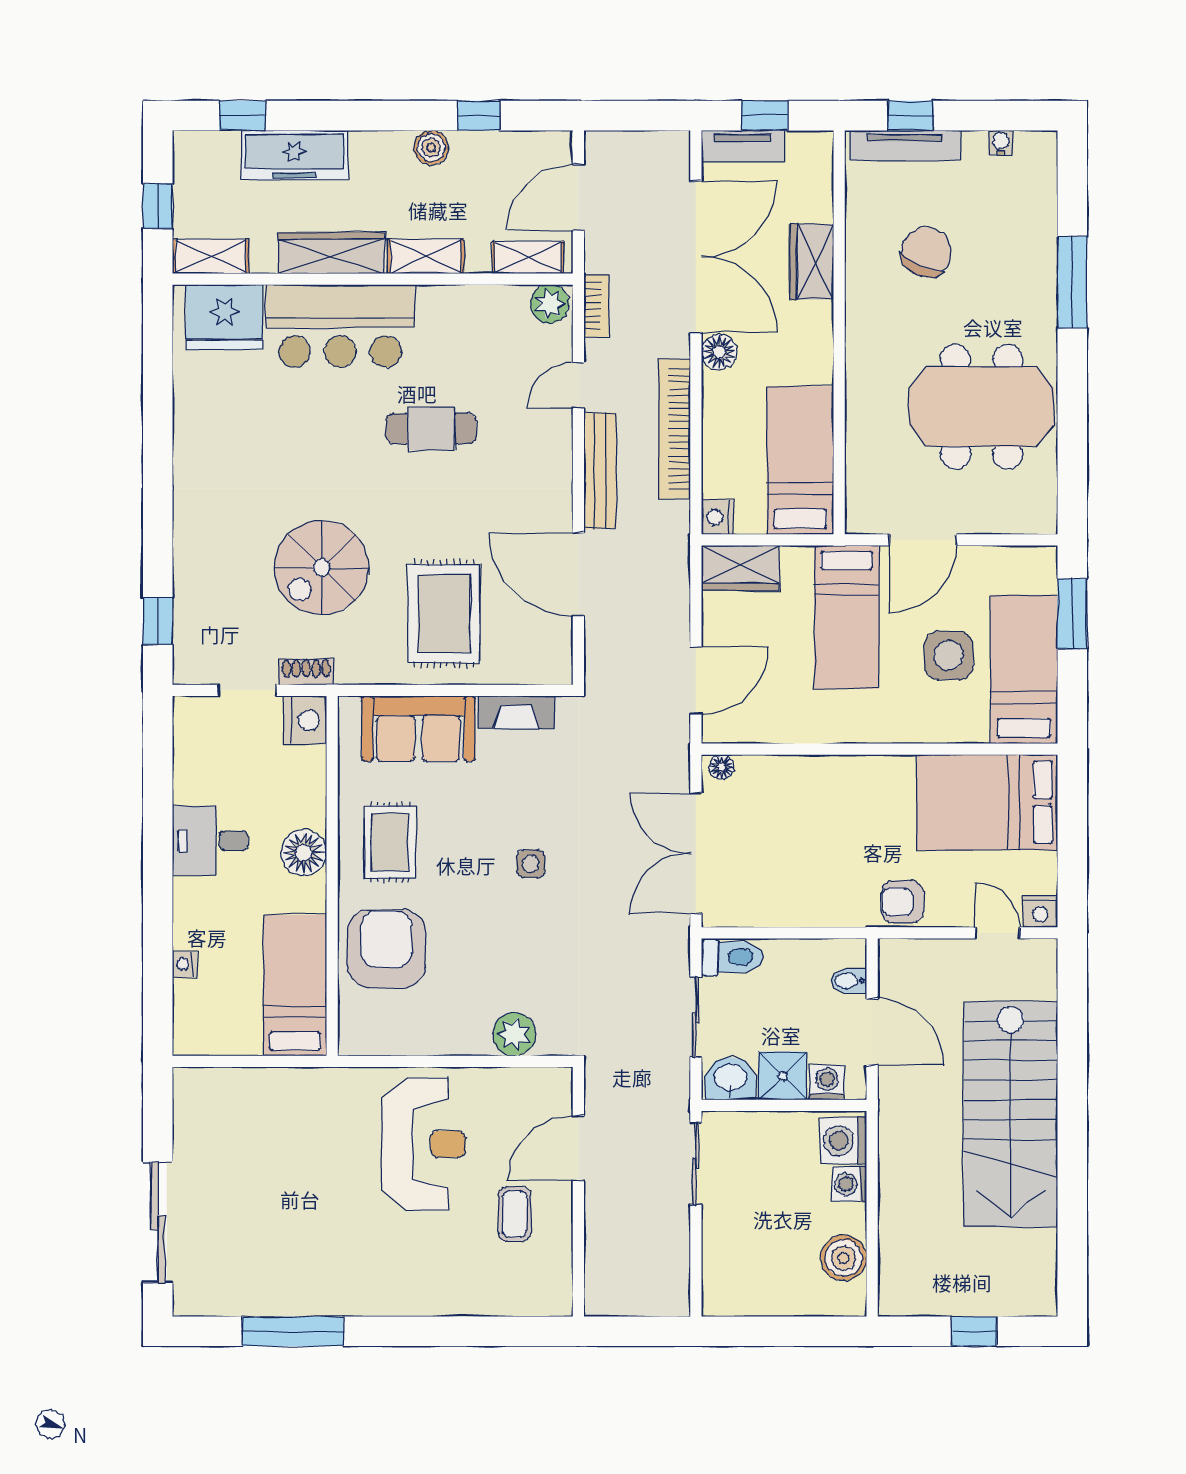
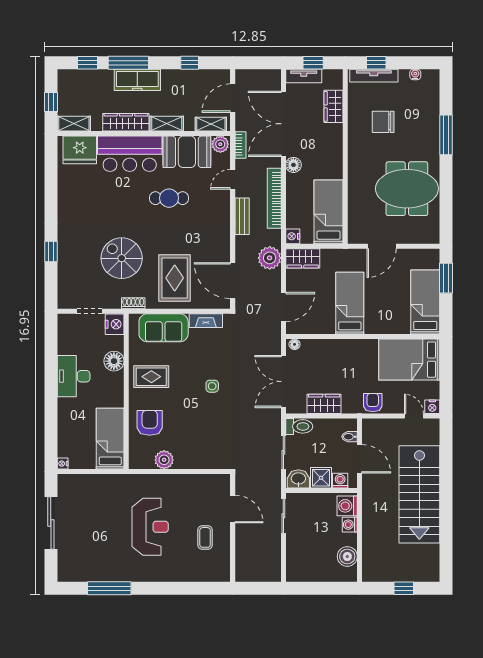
window: (337, 116) -> (128, 63), added
boiler: (431, 148) -> (169, 77), removed
freezer: (295, 155) -> (137, 80), moved
chair: (926, 252) -> (383, 122), turned -114
double door: (696, 257) -> (283, 124), swing flipped
wardrobe: (812, 262) -> (333, 106), moved
booth: (472, 321) -> (187, 152), added
bench: (600, 471) -> (242, 216), width x0.73
plant: (664, 567) -> (270, 258), added
spiral stairs: (321, 568) -> (122, 258), turned 90
door: (578, 574) -> (233, 281), moved
bed: (846, 617) -> (350, 303), moved, turned 180
window: (158, 621) -> (51, 251), moved
side table: (949, 655) -> (393, 296), removed
shoe rack: (306, 672) -> (133, 303), moved
desk: (210, 841) -> (74, 376), width x1.37
rug: (390, 842) -> (151, 377), turned 90
floor lamp: (304, 853) -> (114, 361), moved
armchair: (902, 902) -> (373, 403), turned 90
wardrobe: (790, 905) -> (324, 404), added
armchair: (386, 949) -> (150, 423), width x0.73, depth x0.73
nightstand: (185, 964) -> (63, 464), moved
plant: (514, 1034) -> (164, 460), moved
reception desk: (424, 1144) -> (150, 527), moved
door: (578, 1148) -> (233, 509), swing flipped
sliding door: (158, 1222) -> (51, 523), moved

